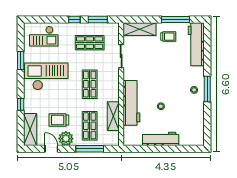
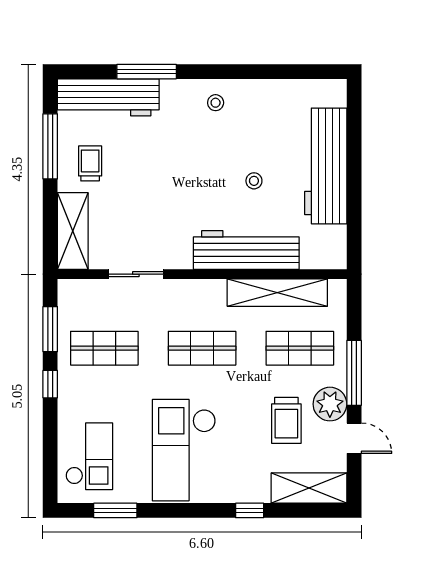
shop shelf: (90, 43) -> (104, 348), turned 90
window: (21, 60) -> (115, 510), moved
window: (207, 89) -> (147, 72), moved
shelving: (113, 116) -> (277, 293), width x1.47
workbench: (161, 139) -> (326, 166), width x1.36, depth x1.32
door: (51, 149) -> (354, 438), swing flipped
window: (90, 149) -> (354, 373), moved

